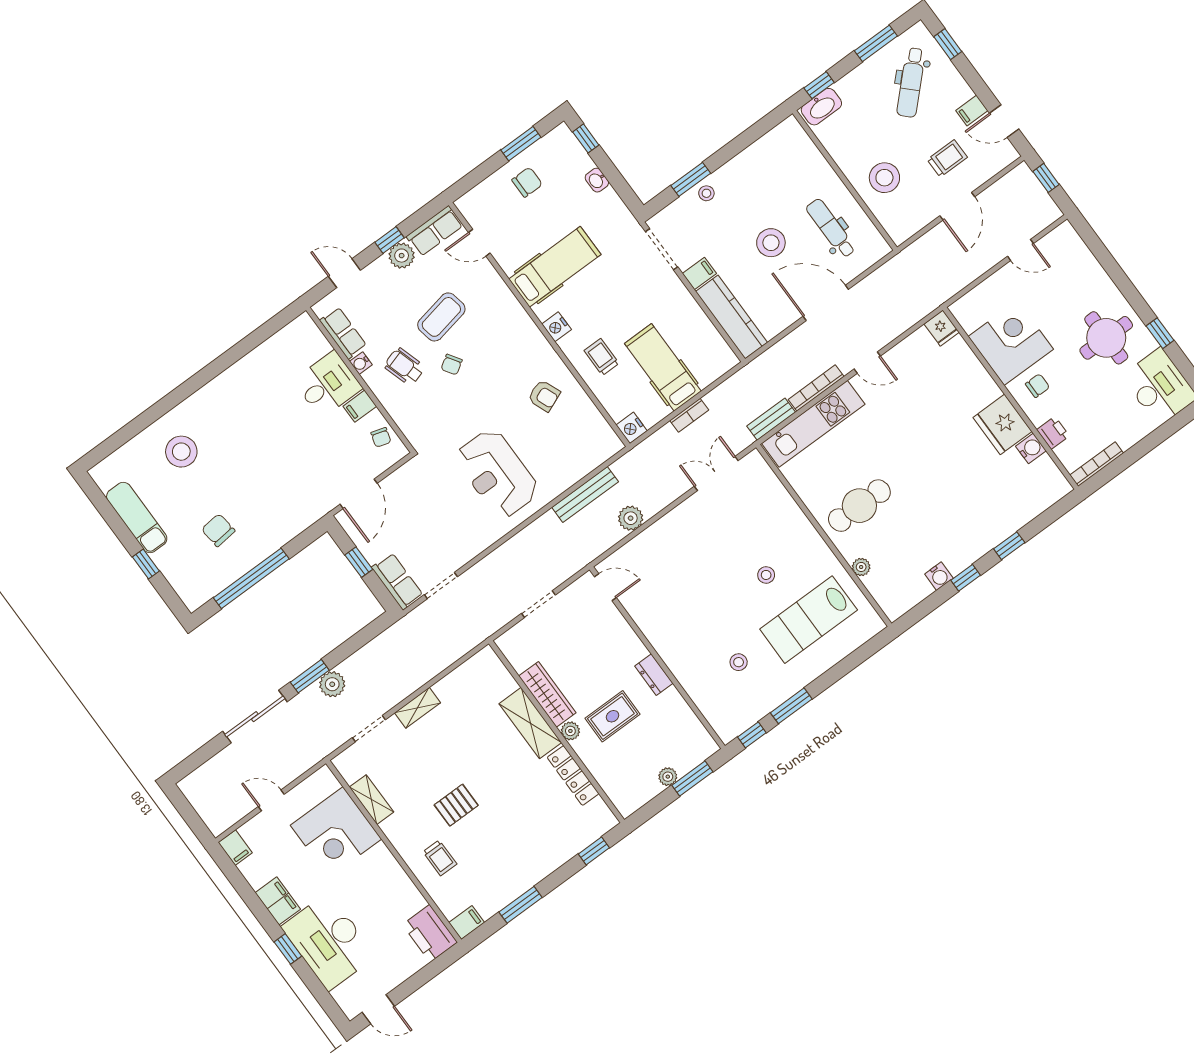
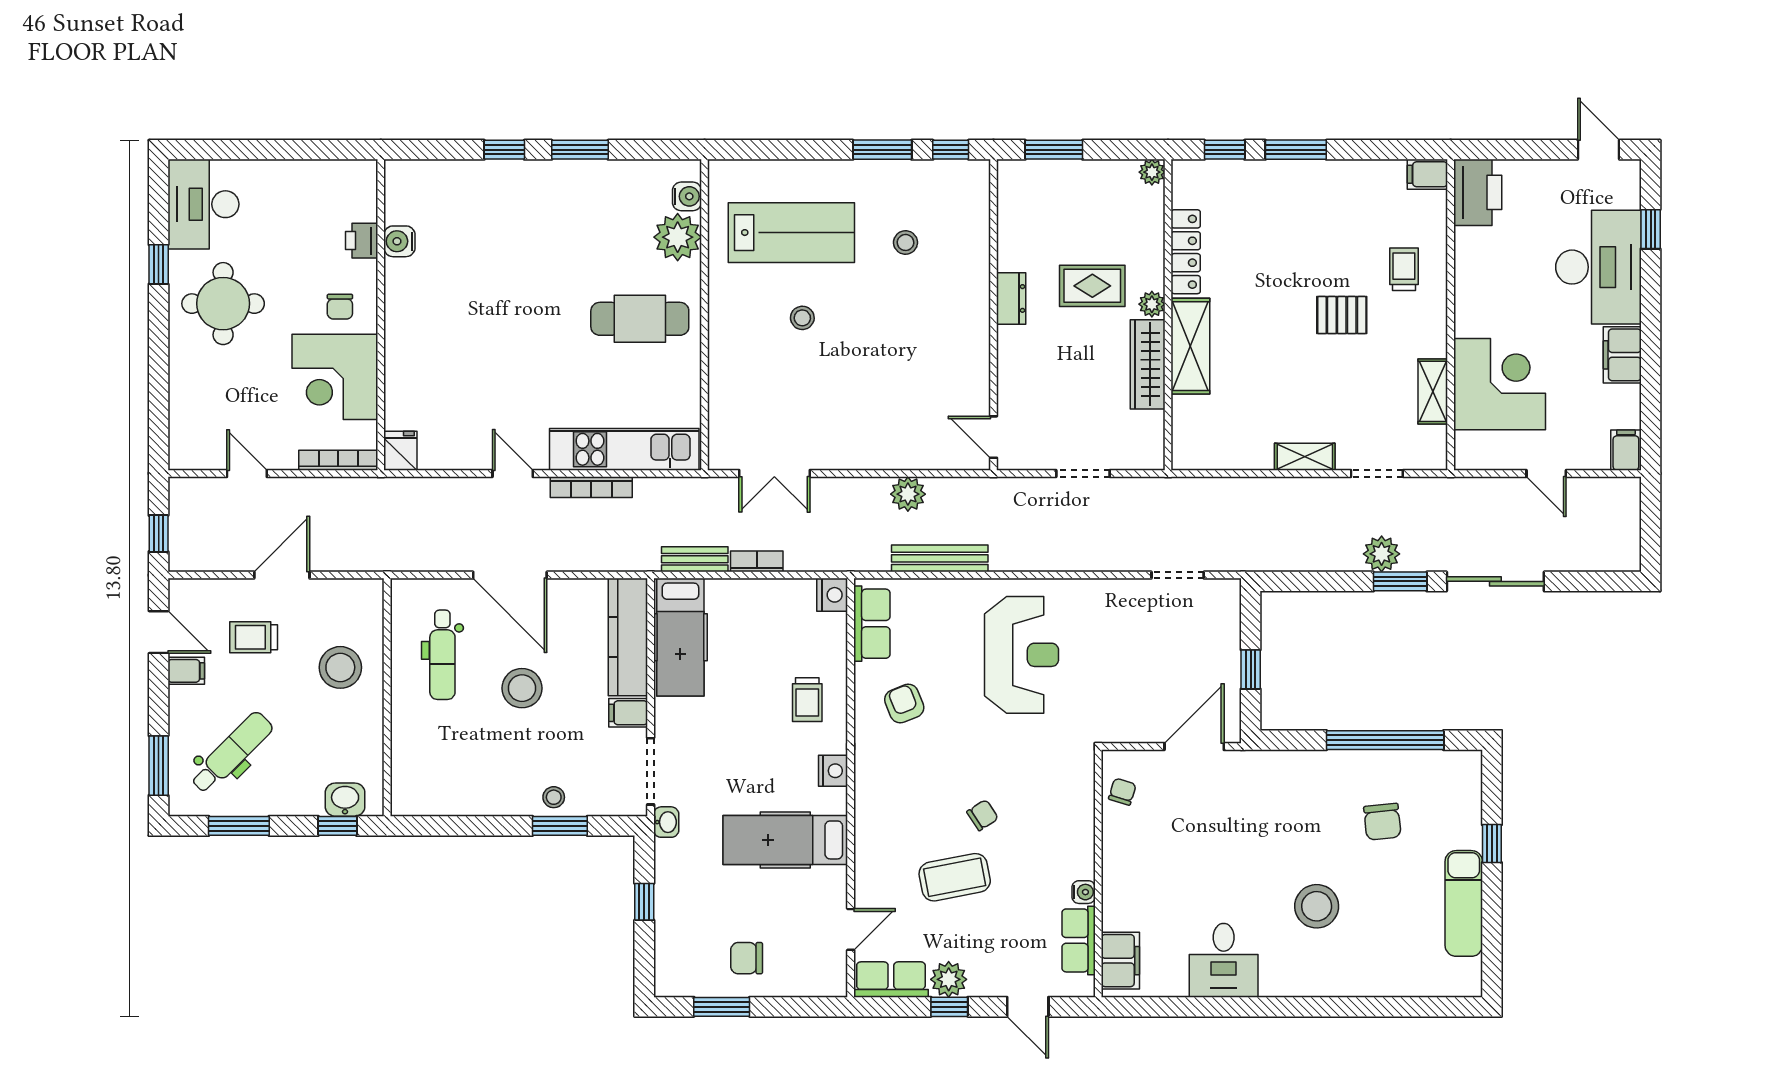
window: (948, 44) -> (159, 766), width x1.50
washbasin: (821, 107) -> (345, 800), width x0.72
window: (586, 138) -> (644, 902), moved
washbasin: (597, 180) -> (666, 822), moved
door: (479, 243) -> (851, 929), hinge flipped
wheelchair: (405, 367) -> (1037, 852), removed
hospital bed: (663, 367) -> (680, 637), moved
desk: (328, 384) -> (1224, 960), moved, turned -90
chair: (1038, 386) -> (340, 307), turned -90
filing cabinet: (360, 406) -> (1120, 961), moved, width x2.00
bench: (771, 419) -> (695, 559), moved
fridge: (1003, 424) -> (411, 292), removed
stool: (181, 452) -> (1317, 906), moved
bookcase: (1097, 464) -> (338, 460), moved, turned 180
plant: (861, 567) -> (678, 237), width x1.88, depth x1.88
water cooler: (939, 576) -> (687, 196), moved, turned 90
window: (966, 578) -> (580, 150), width x1.50
row of seats: (397, 581) -> (872, 624), moved, turned 180
plant: (668, 777) -> (1152, 172), moved
window: (521, 905) -> (1296, 150), moved
window: (288, 949) -> (1651, 229), moved

